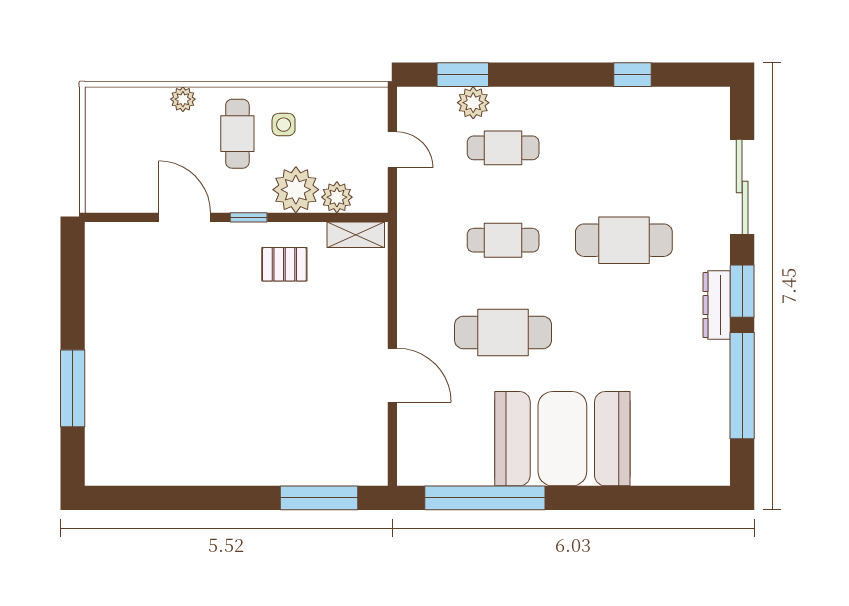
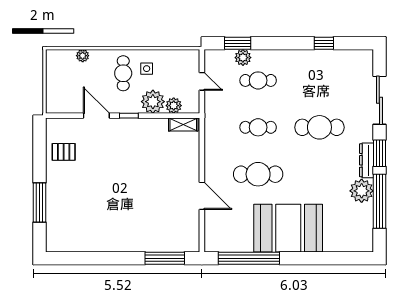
plant: (183, 99) -> (83, 56), moved
pallet: (284, 264) -> (64, 152), moved
plant: (707, 365) -> (362, 191), added

